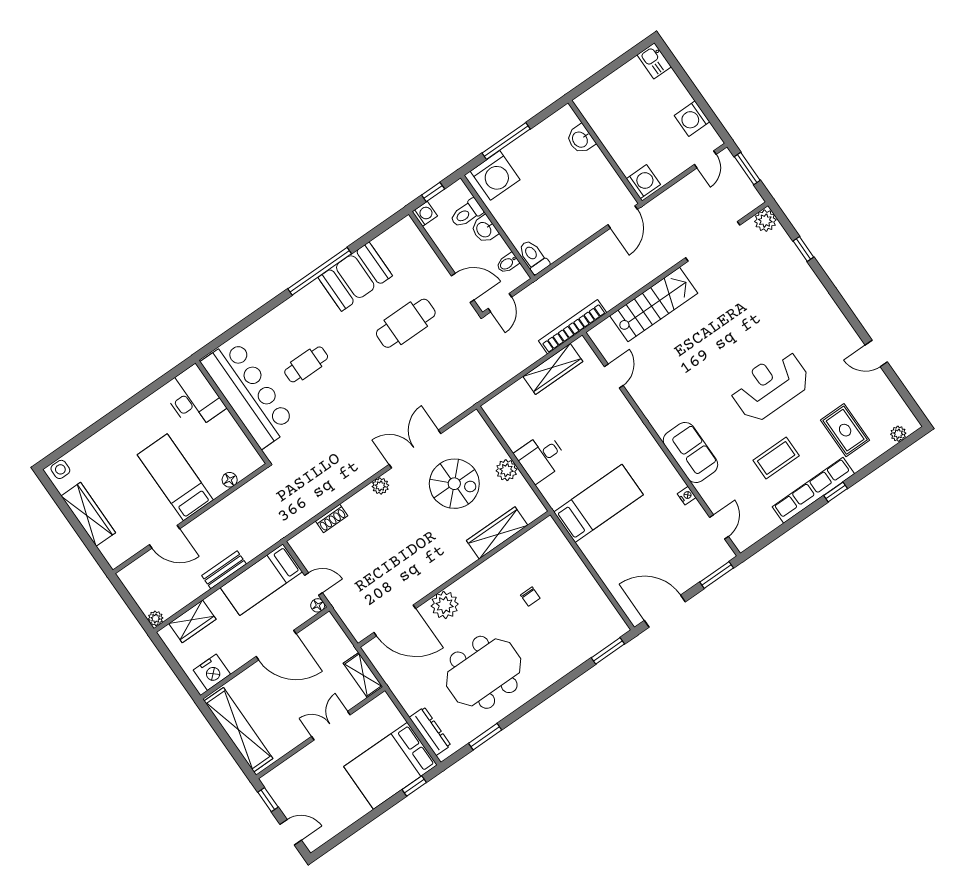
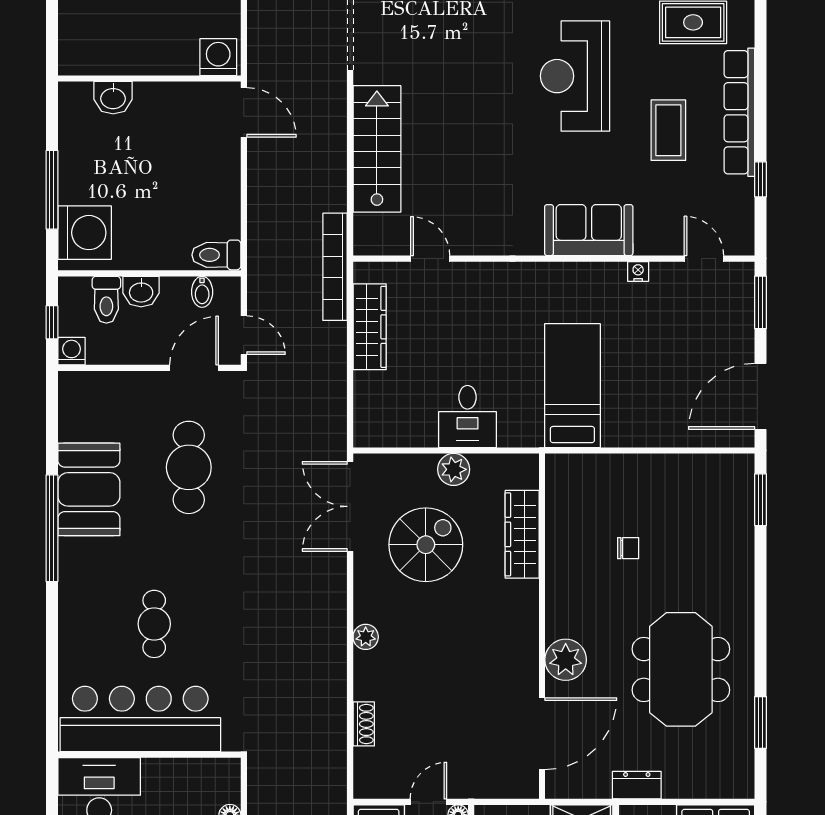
double door: (415, 449) -> (350, 506), moved
window: (836, 492) -> (761, 179), moved
dresser: (430, 731) -> (637, 785), moved, width x0.70

